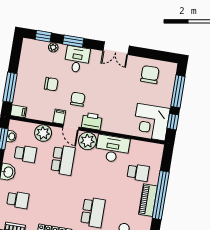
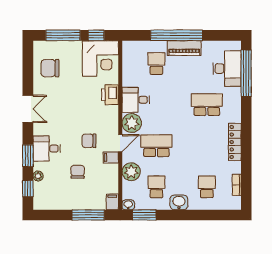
printer: (92, 121) -> (110, 95), moved
washbasin: (11, 136) -> (128, 205), moved
desk: (112, 149) -> (136, 100), width x0.73

